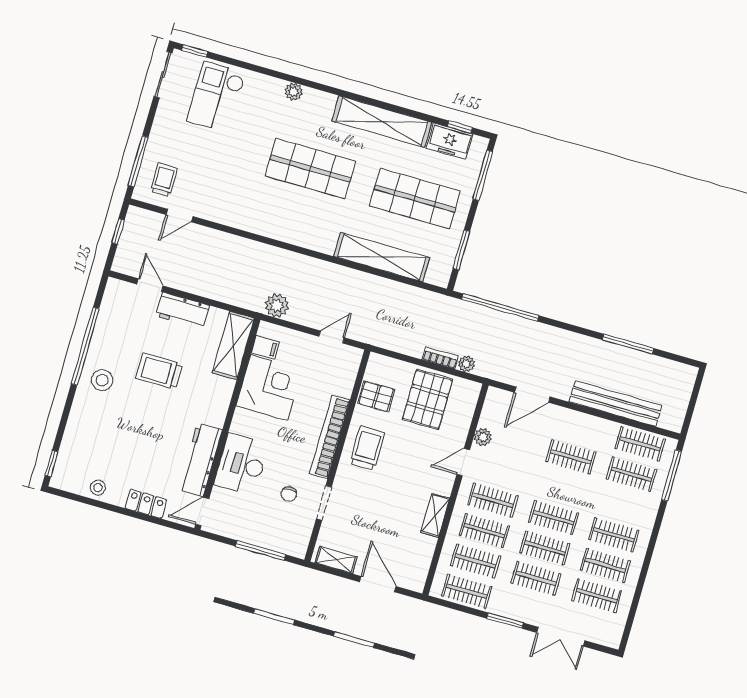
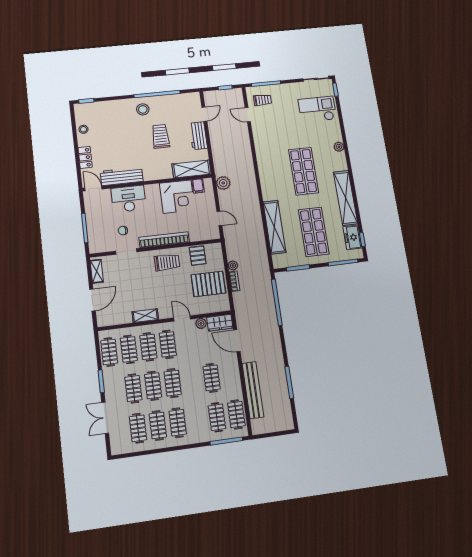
plant: (466, 364) -> (233, 265), moved
wardrobe: (494, 408) -> (220, 323), added

